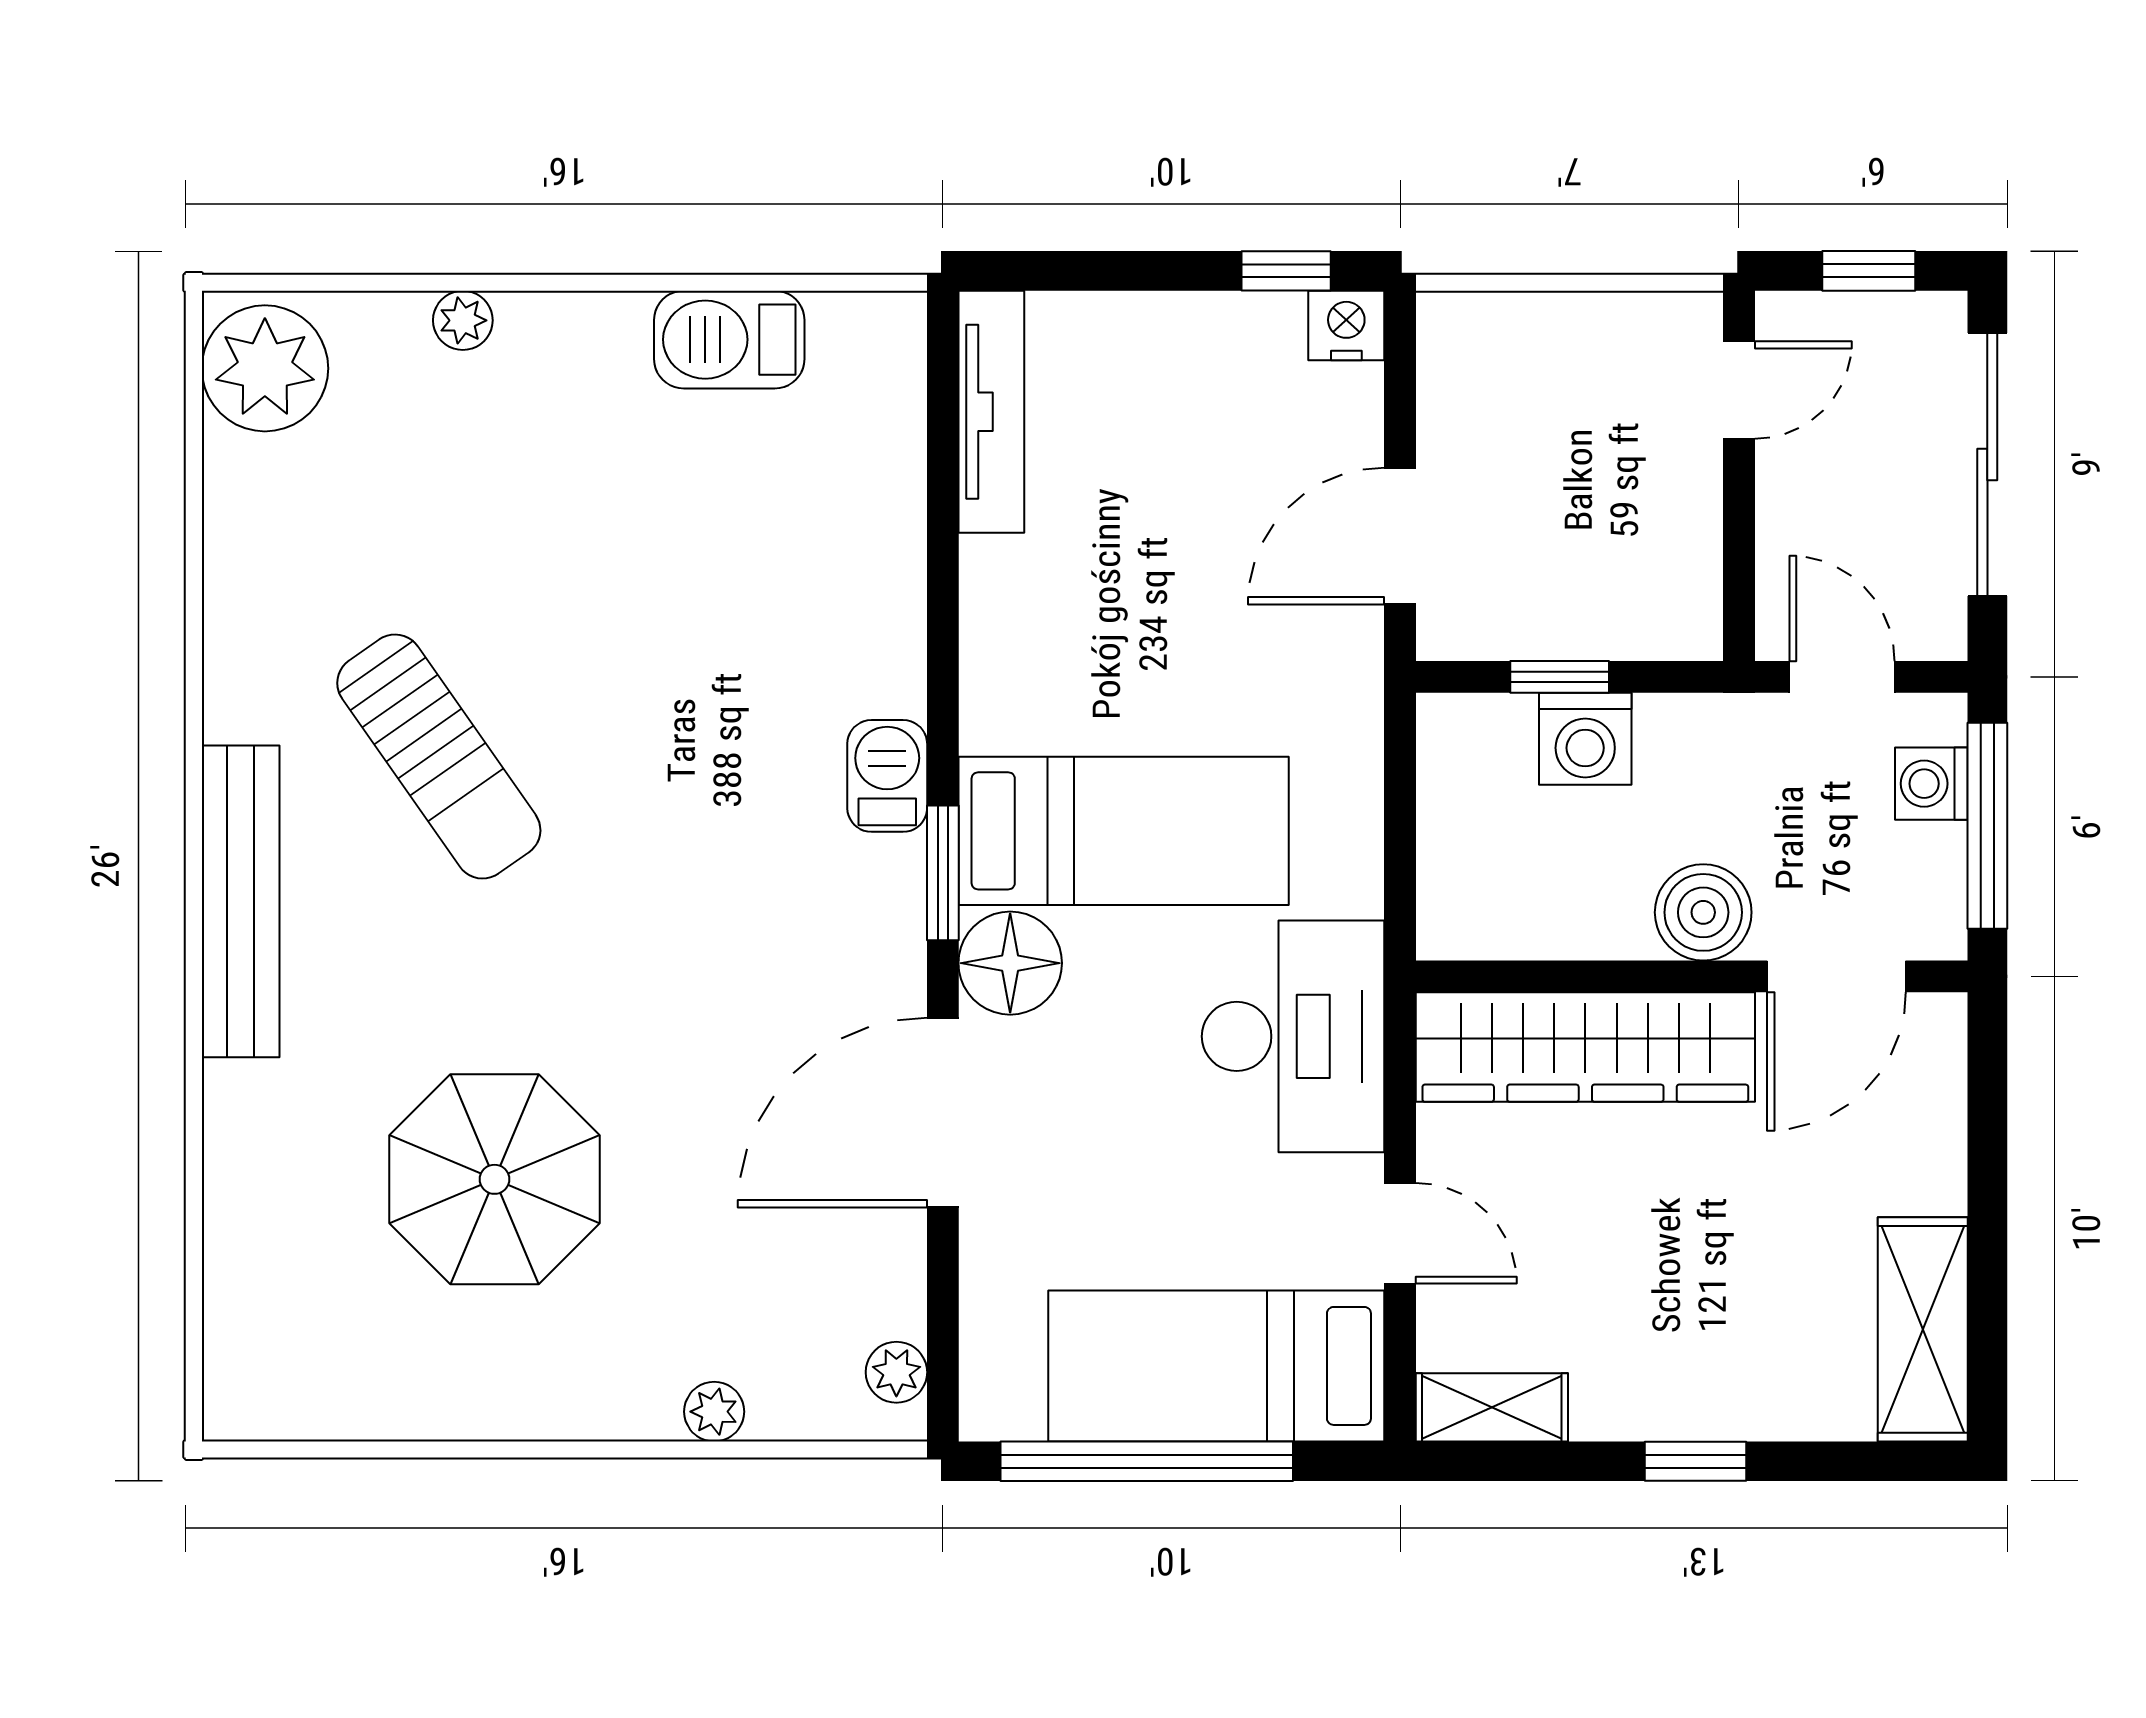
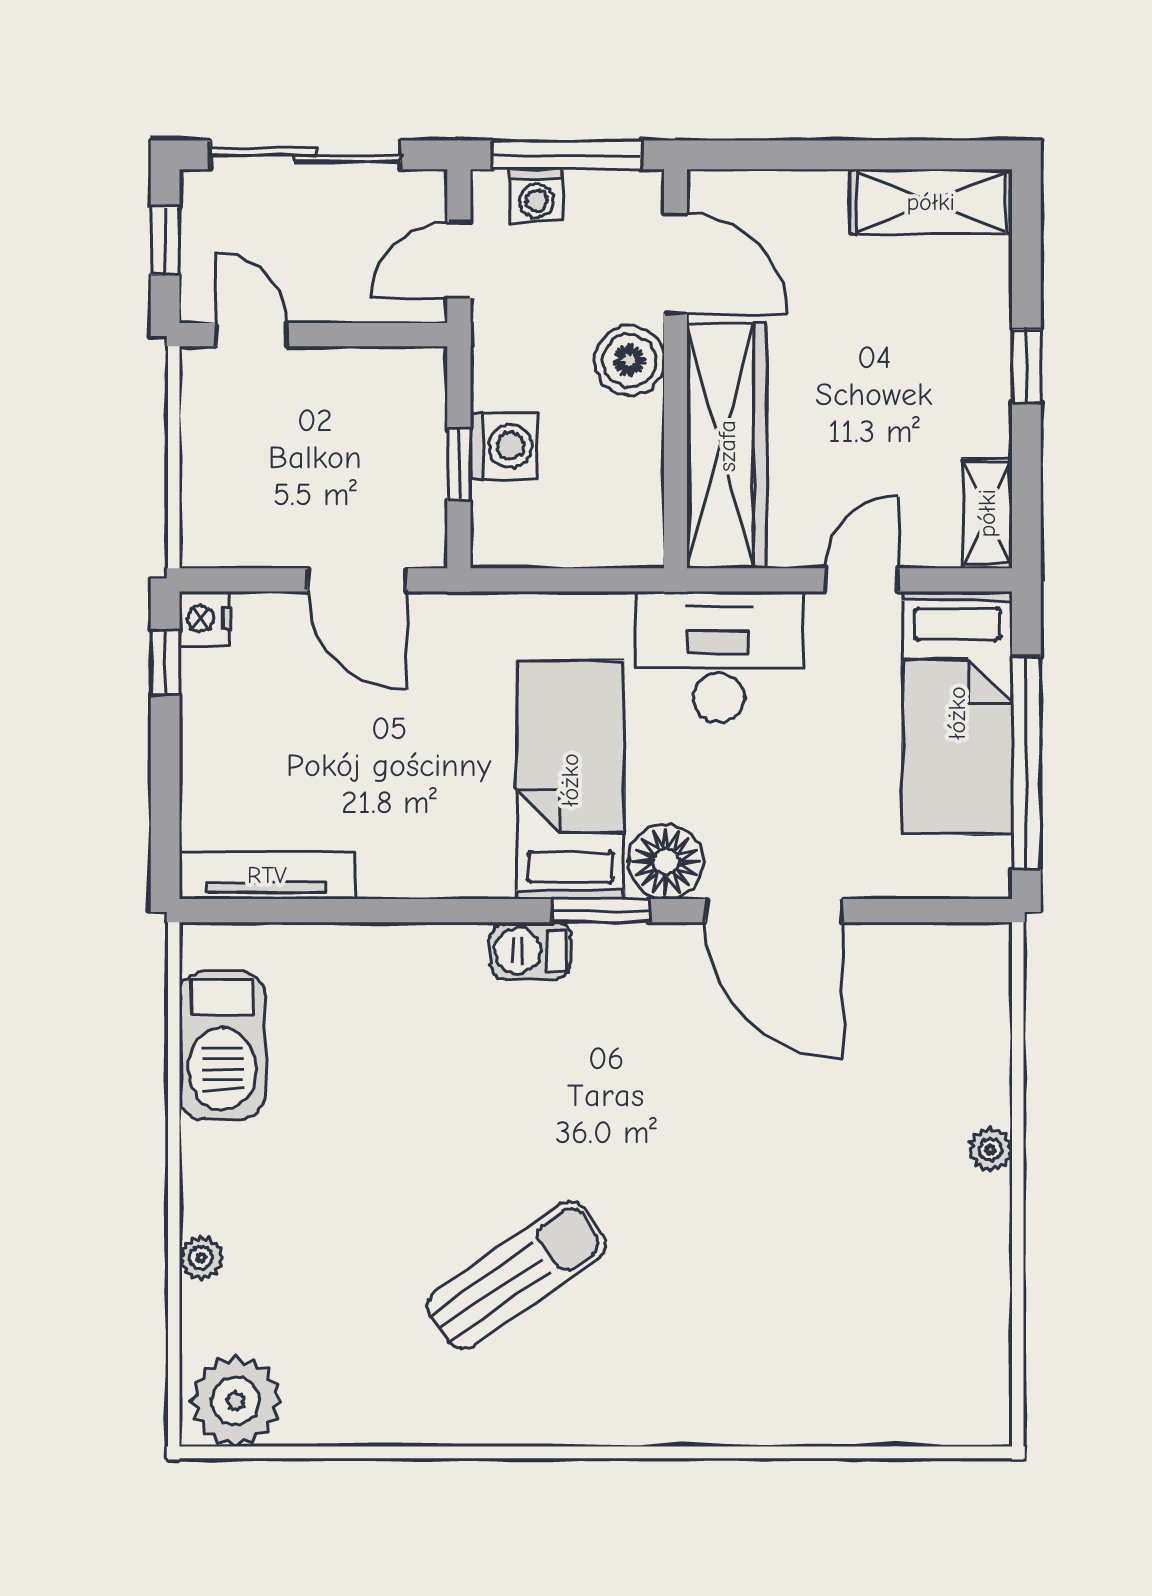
barbecue: (729, 340) -> (222, 1045), width x1.37, depth x1.21
bench: (241, 901) -> (621, 1419), removed
parasol: (495, 1179) -> (822, 1235), removed
plant: (896, 1372) -> (962, 944), removed
plant: (714, 1412) -> (990, 1150), moved

